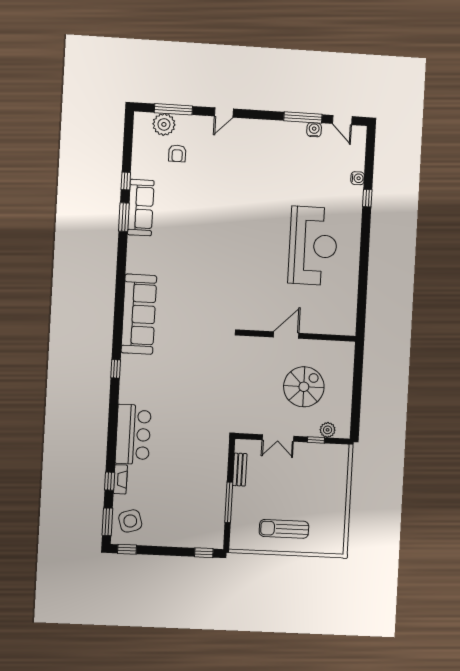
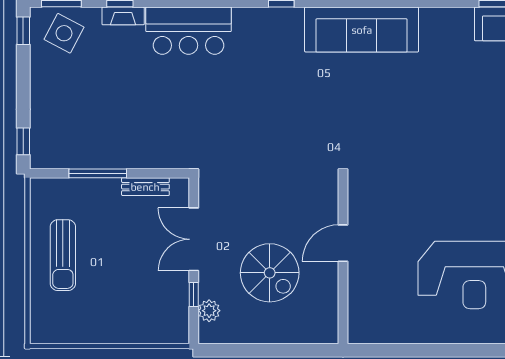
door: (286, 335) -> (343, 243), swing flipped
double door: (278, 438) -> (194, 239), width x1.37
side table: (130, 521) -> (64, 33), turned 45
sun lounger: (284, 529) -> (63, 255), turned 180

